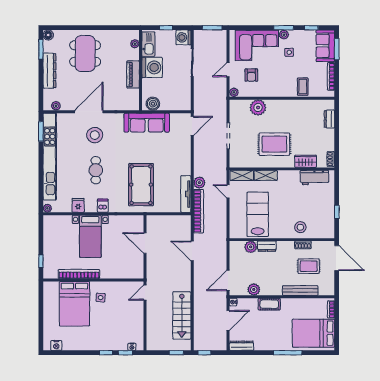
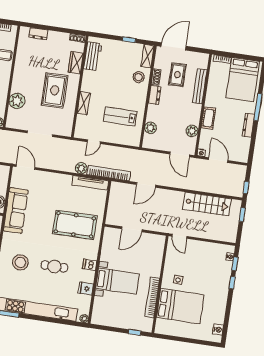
shelving: (242, 175) -> (147, 56), moved
lab bench: (258, 214) -> (120, 116), width x0.73, depth x0.72
dresser: (267, 246) -> (155, 95), moved
dresser: (242, 346) -> (248, 125), moved

